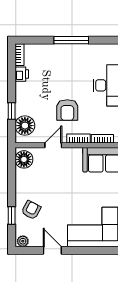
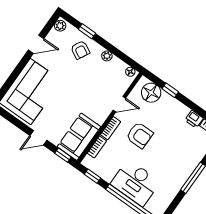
armchair: (67, 110) -> (140, 135), turned 180
door: (53, 145) -> (119, 104), hinge flipped
floor lamp: (24, 159) -> (130, 72), width x0.53, depth x0.53
plant: (20, 184) -> (107, 56), added

